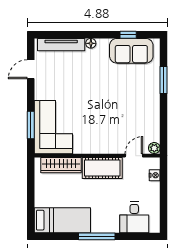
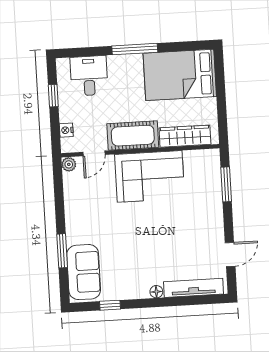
sofa: (131, 51) -> (84, 272), moved, turned 90
corner sofa: (53, 127) -> (150, 176), moved, turned -90
window: (163, 203) -> (53, 96), added
bed: (62, 220) -> (180, 75), width x1.50

